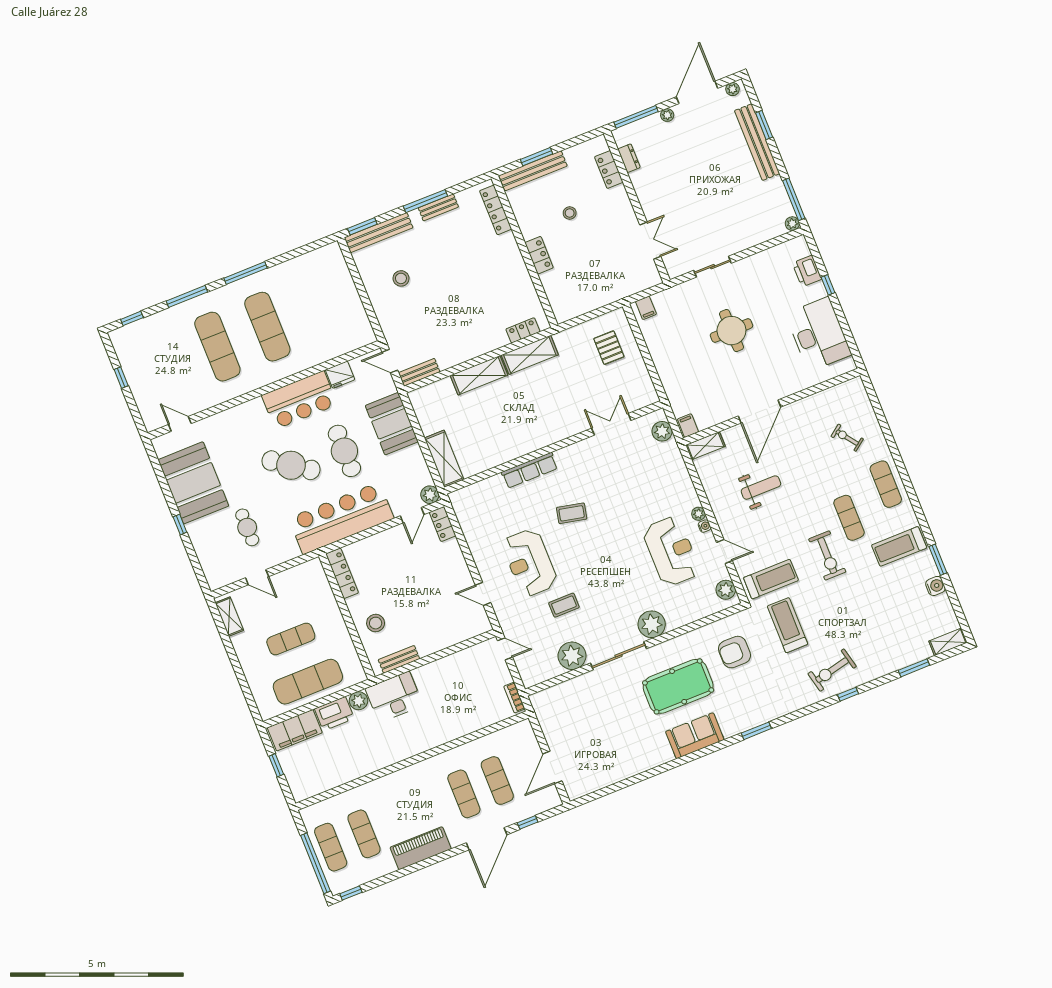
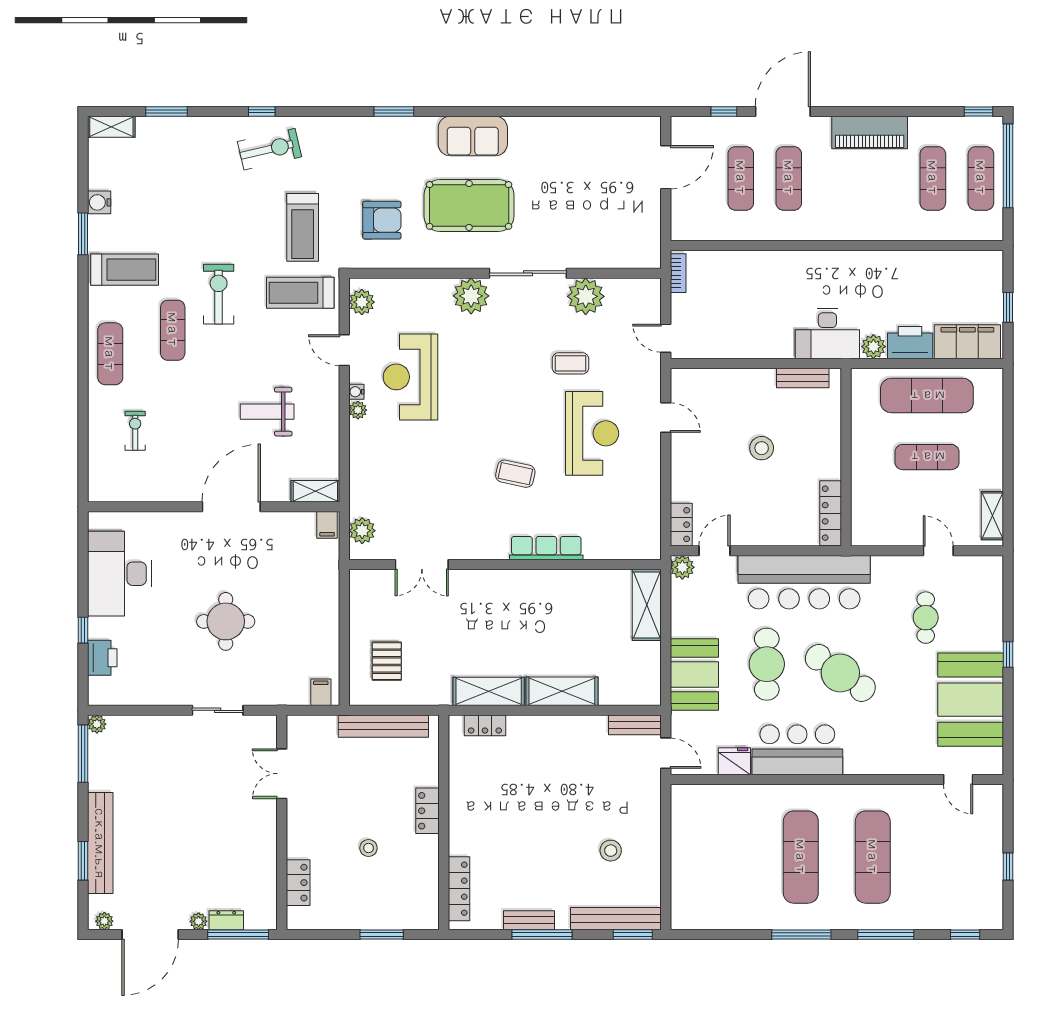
dresser: (629, 158) -> (226, 920), moved, turned 90
bench: (533, 171) -> (383, 726), moved
exercise bike: (847, 438) -> (135, 431), turned -143
stool: (376, 623) -> (762, 448), moved

